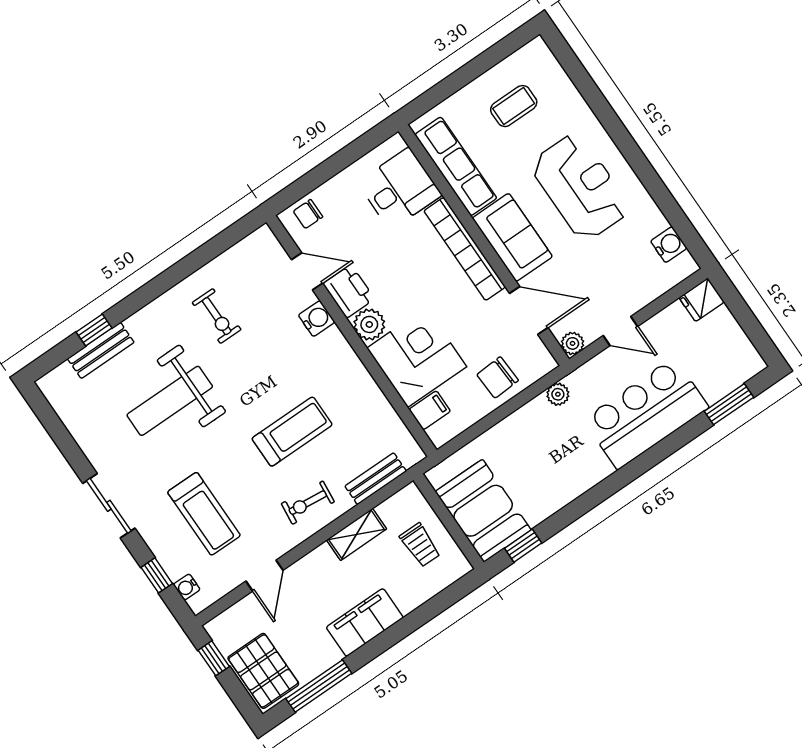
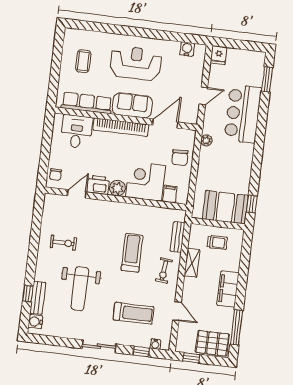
water cooler: (317, 319) -> (35, 322), moved, turned -90
plant: (573, 343) -> (192, 118), removed

